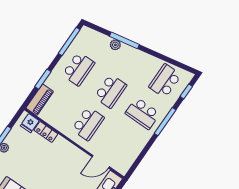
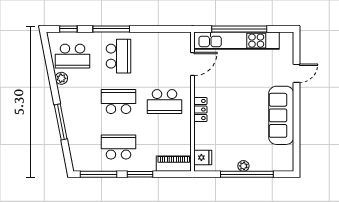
plant: (115, 45) -> (61, 78), moved
window: (43, 79) -> (140, 174), moved
school desk: (88, 124) -> (164, 102), turned 180
locker: (46, 132) -> (200, 110), moved
door: (101, 162) -> (193, 64), hinge flipped

